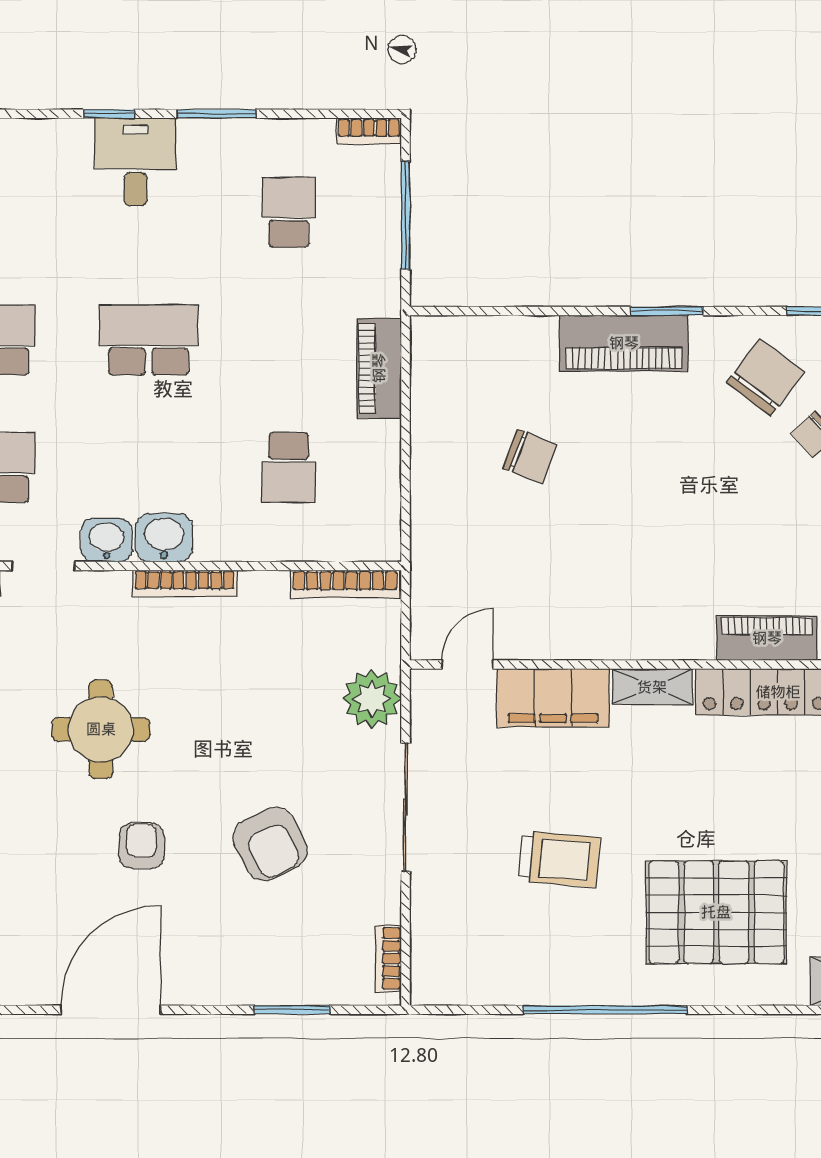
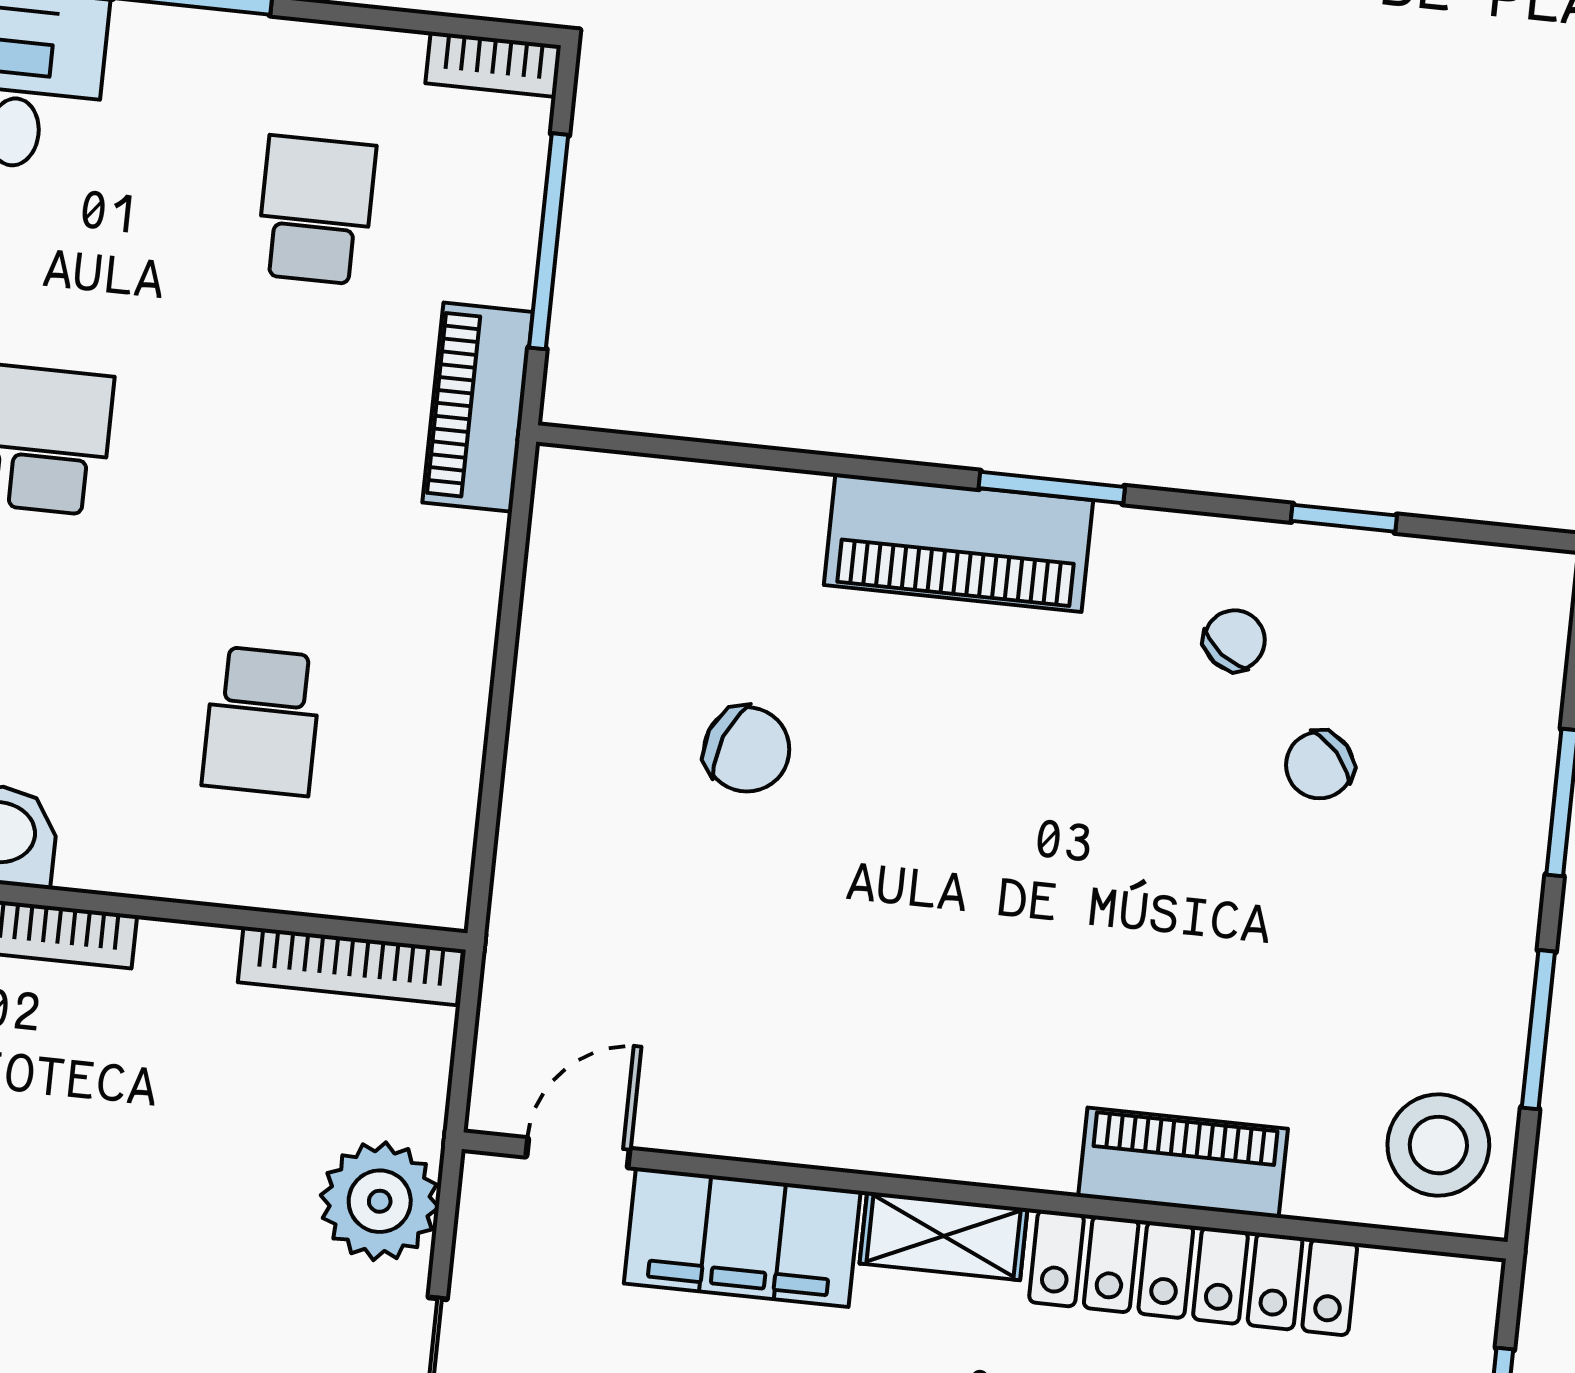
piano: (379, 368) -> (478, 407), moved
chair: (765, 377) -> (1235, 640), width x0.54, depth x0.54

